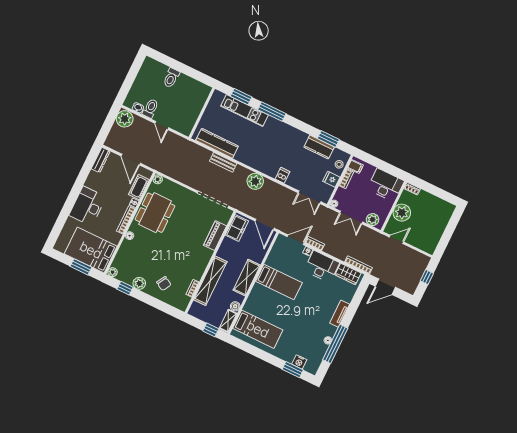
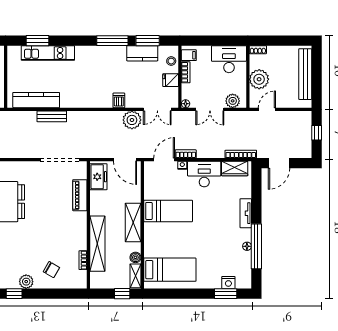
window: (272, 112) -> (112, 41), moved
plant: (255, 181) -> (132, 120), moved
bench: (440, 226) -> (305, 74), added

